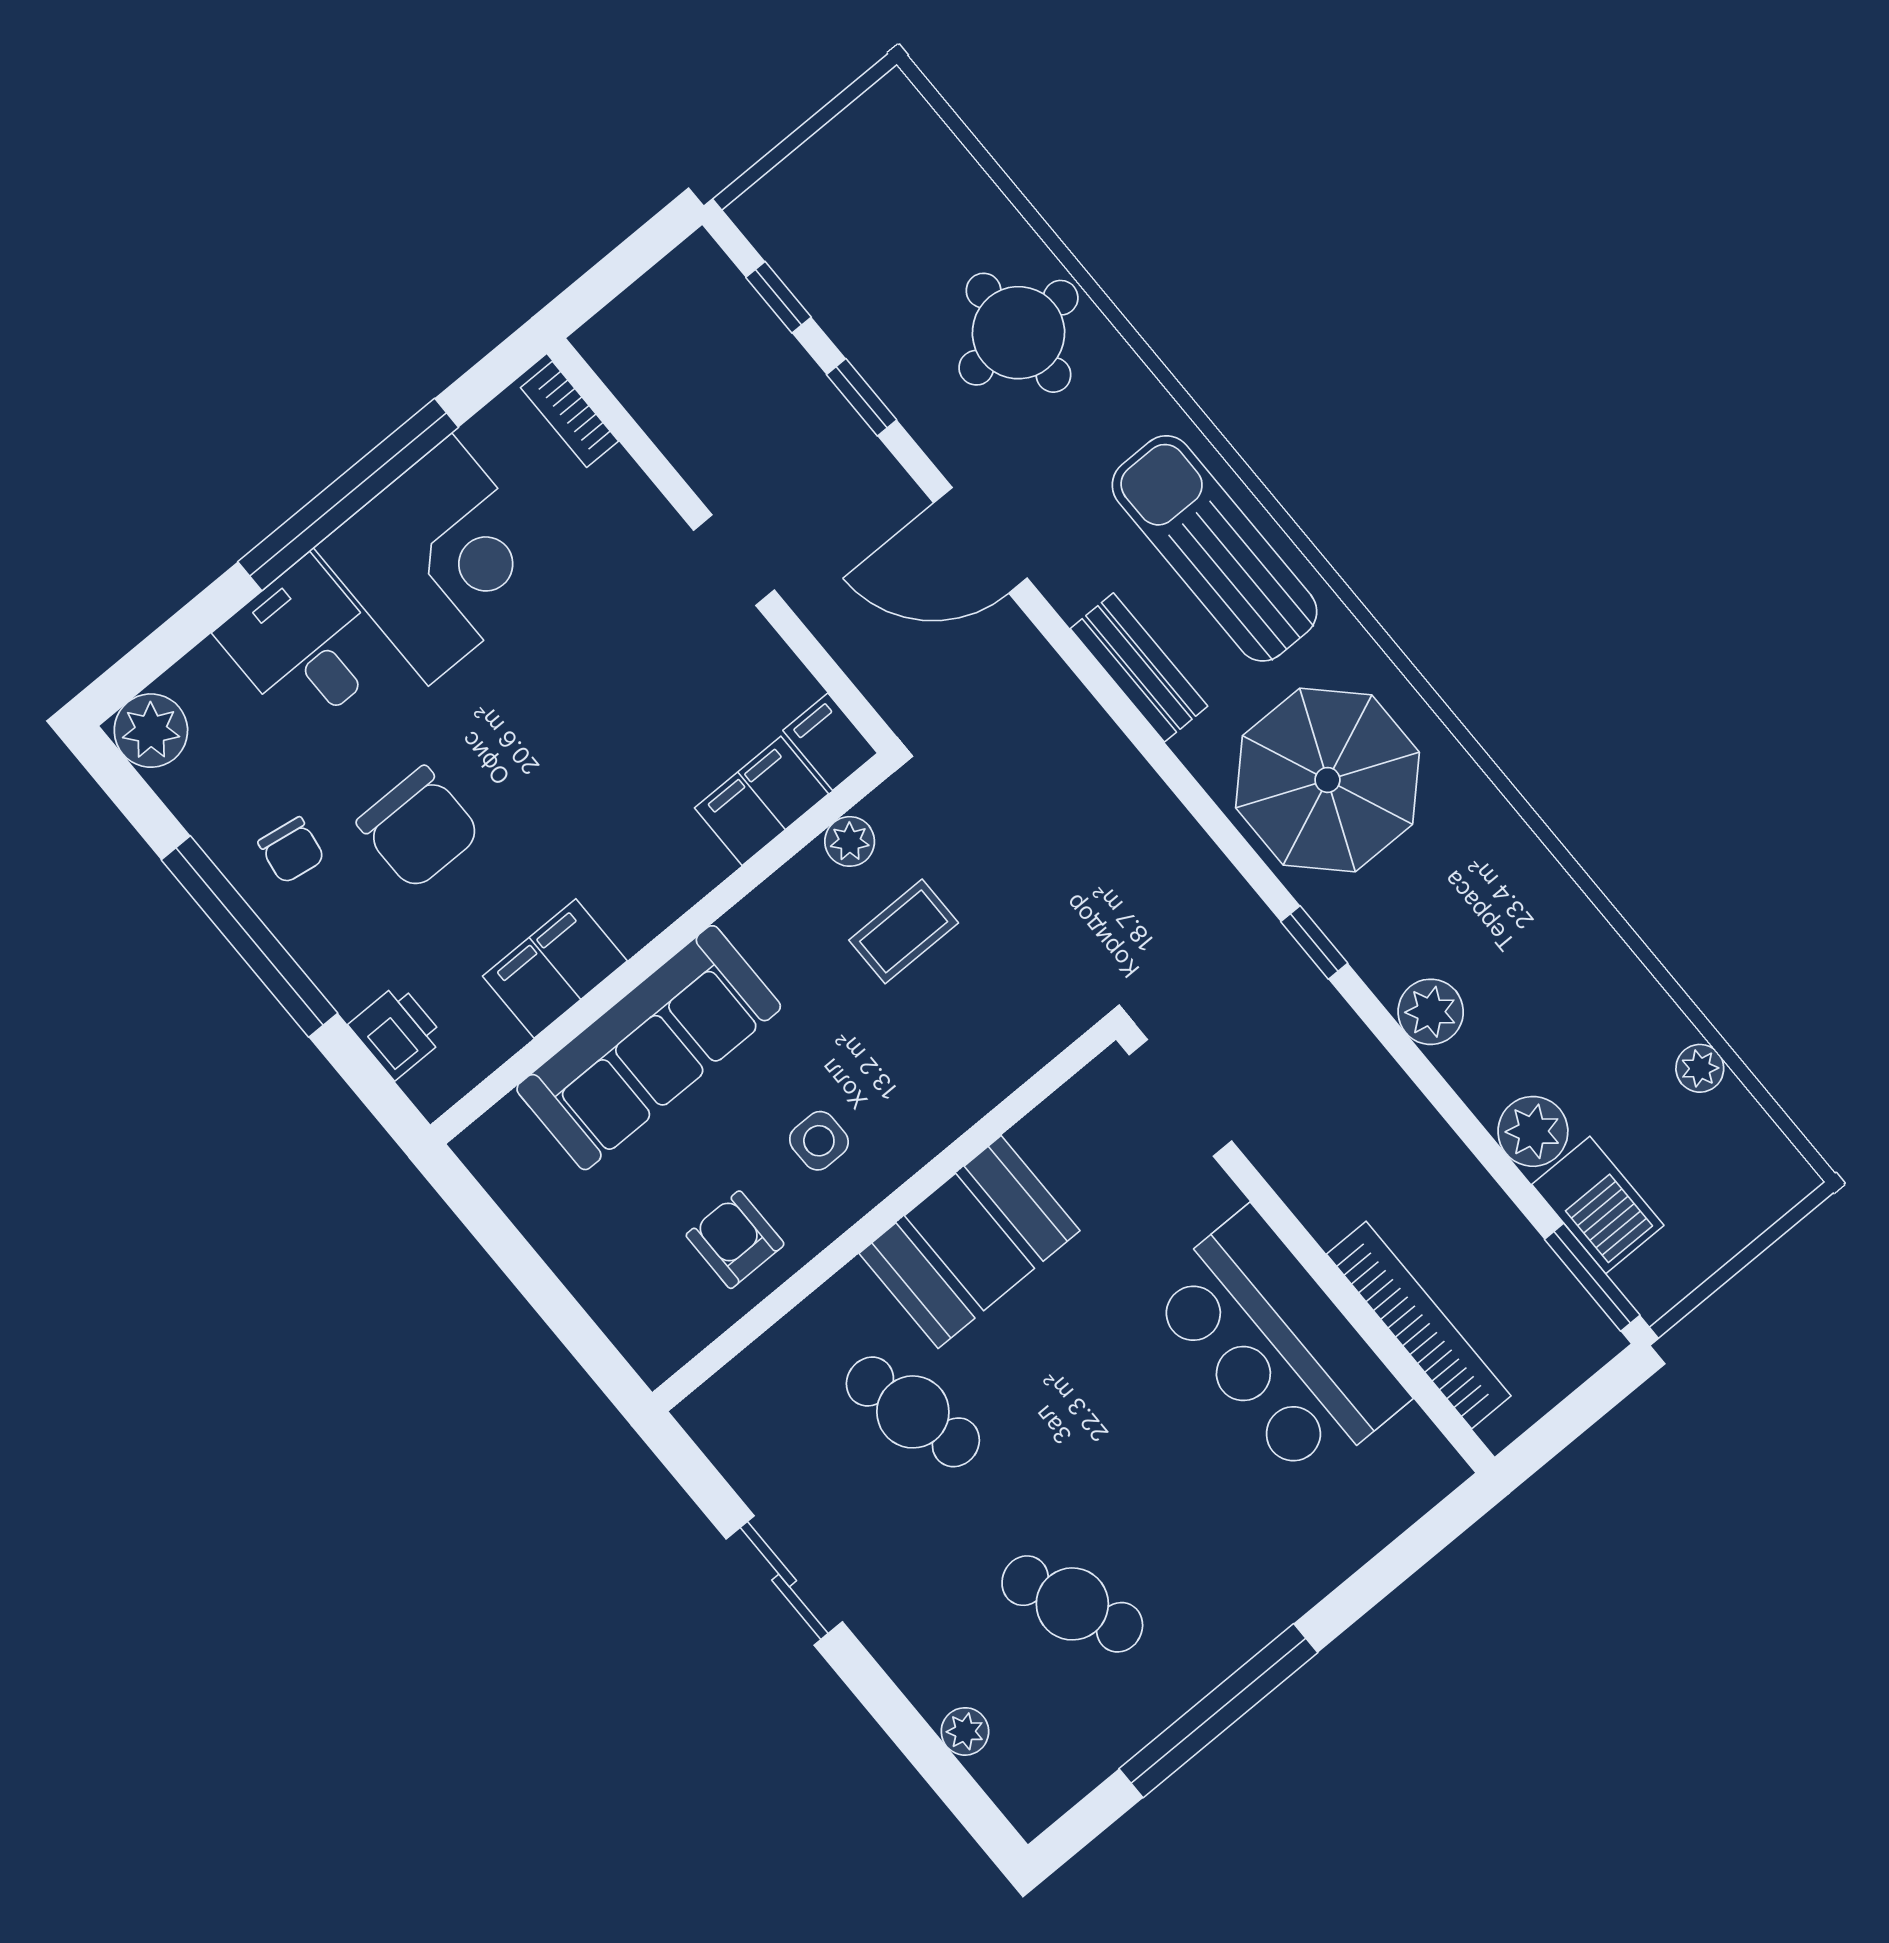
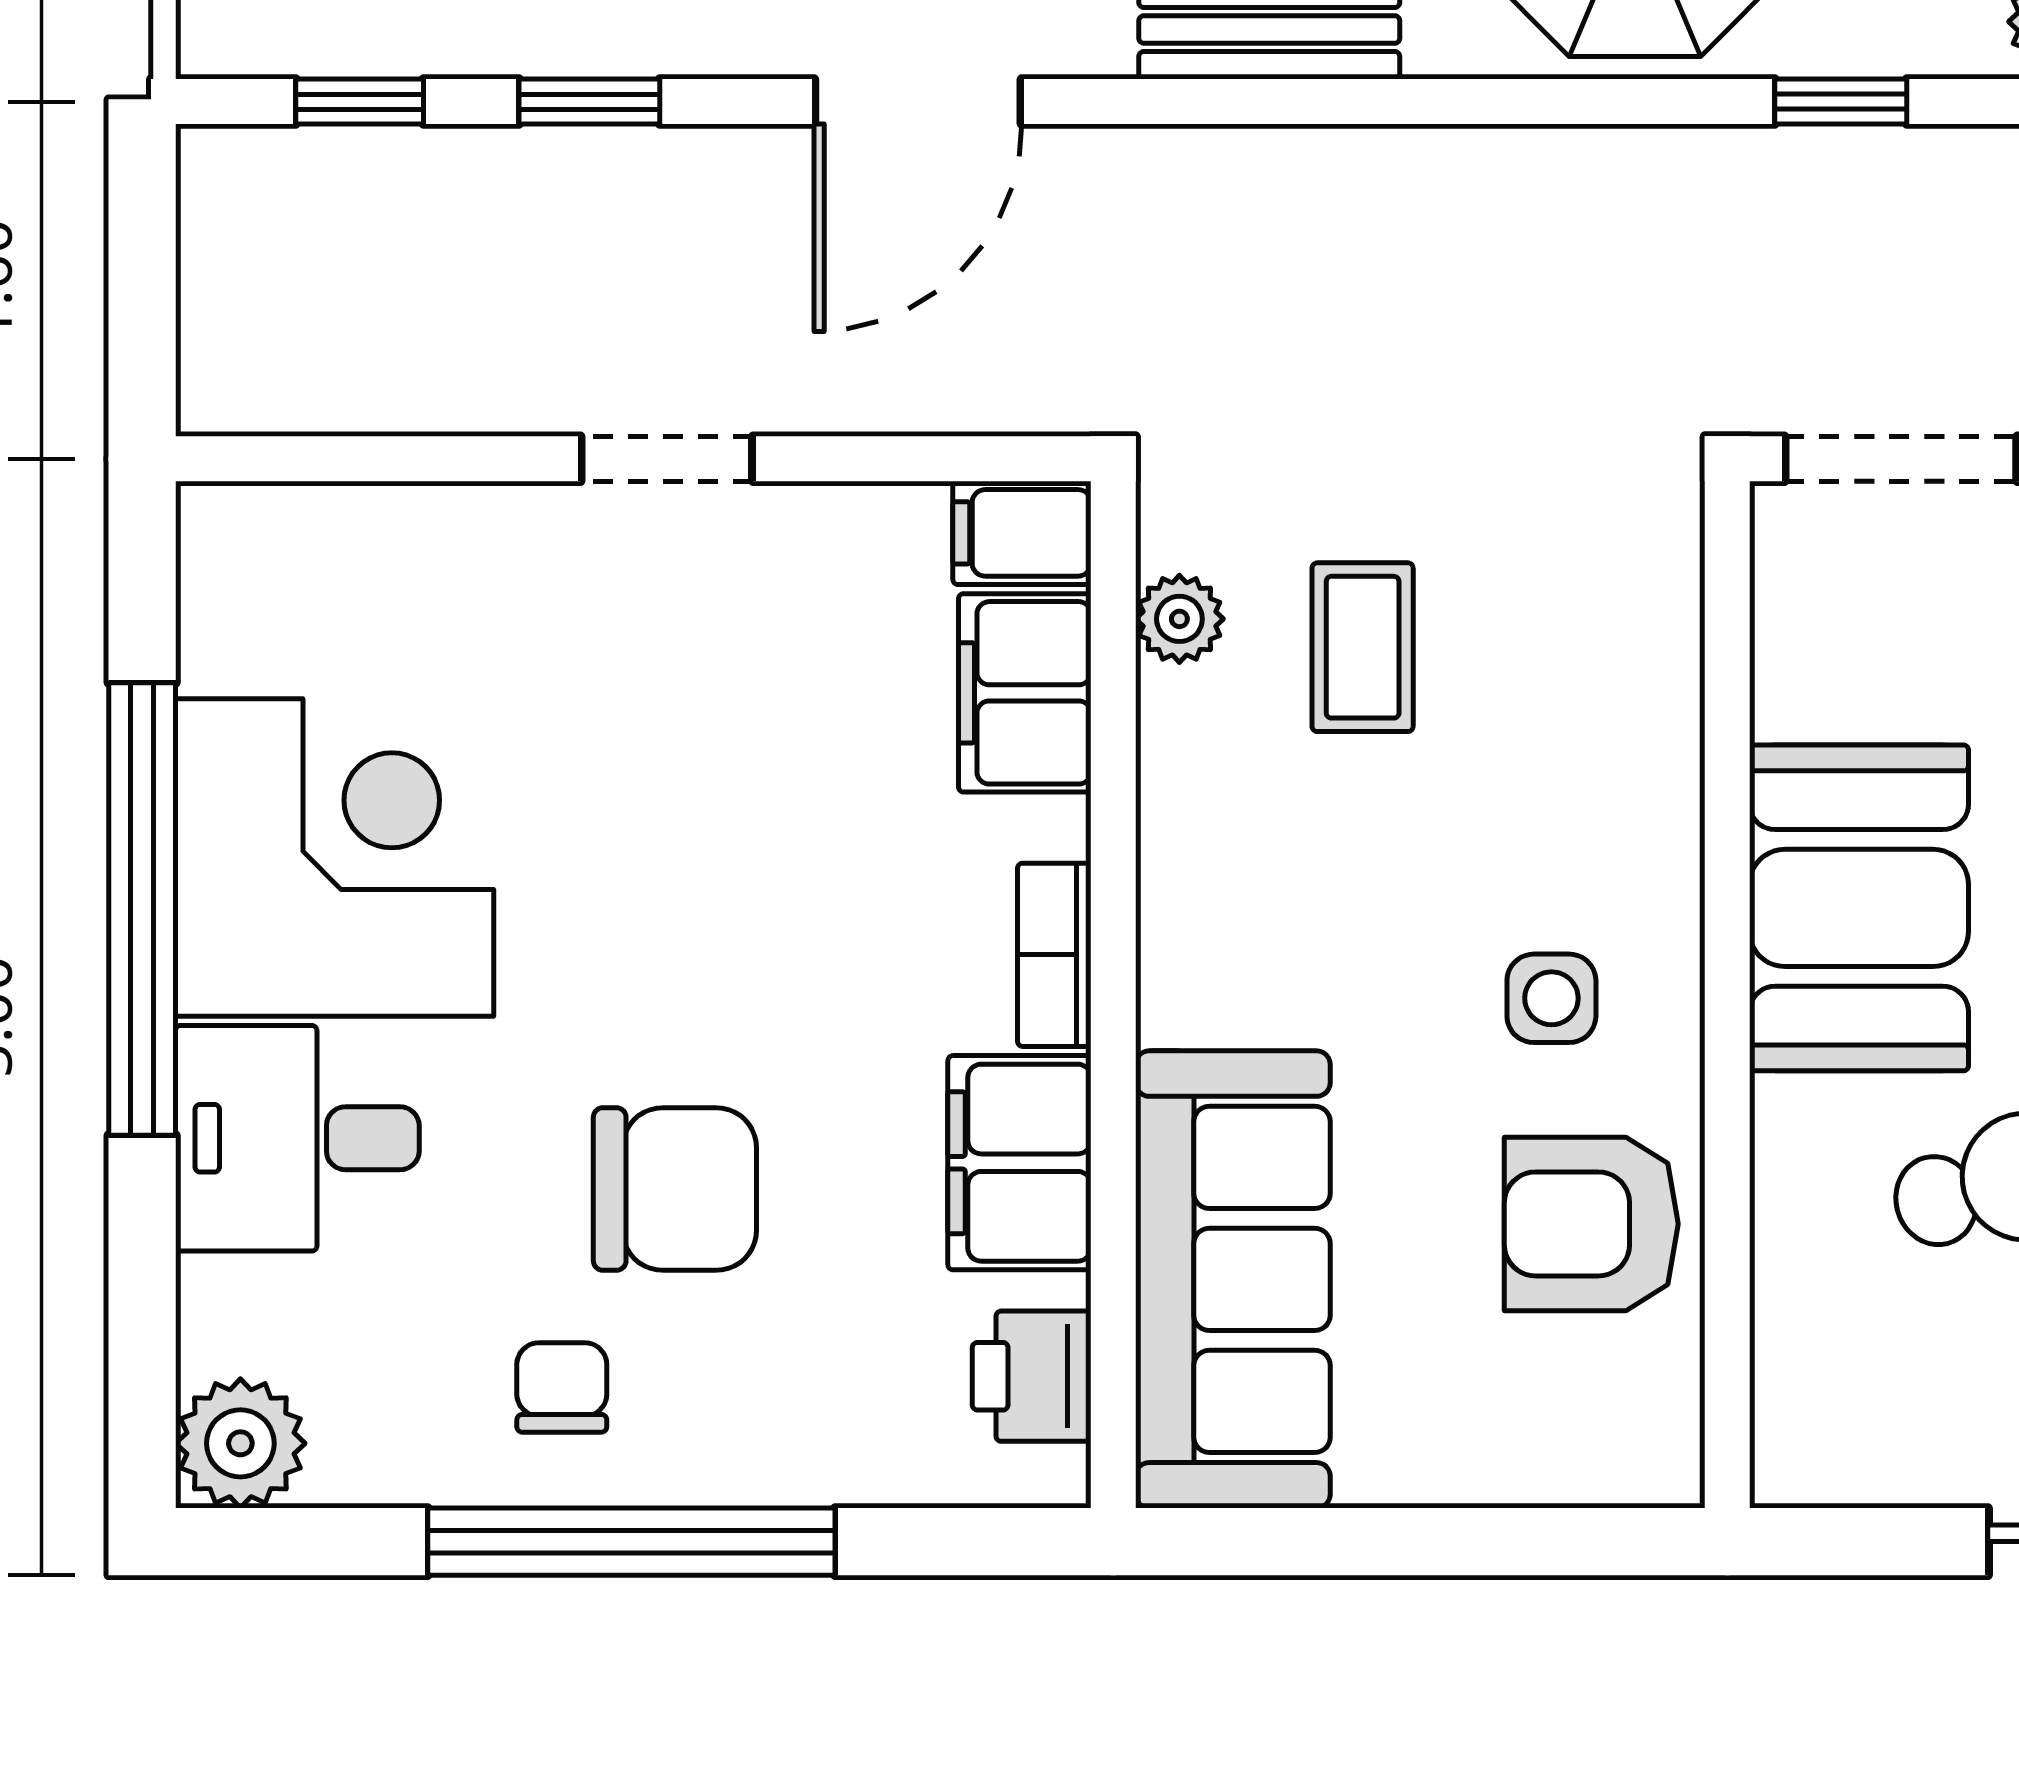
bookcase: (570, 414) -> (1054, 955), moved, turned 90
chair: (291, 850) -> (562, 1387), turned -99
printer: (397, 1032) -> (1032, 1376), moved, turned -90
sofa: (649, 1048) -> (1233, 1279), moved
armchair: (735, 1240) -> (1591, 1224), width x1.38, depth x1.38

